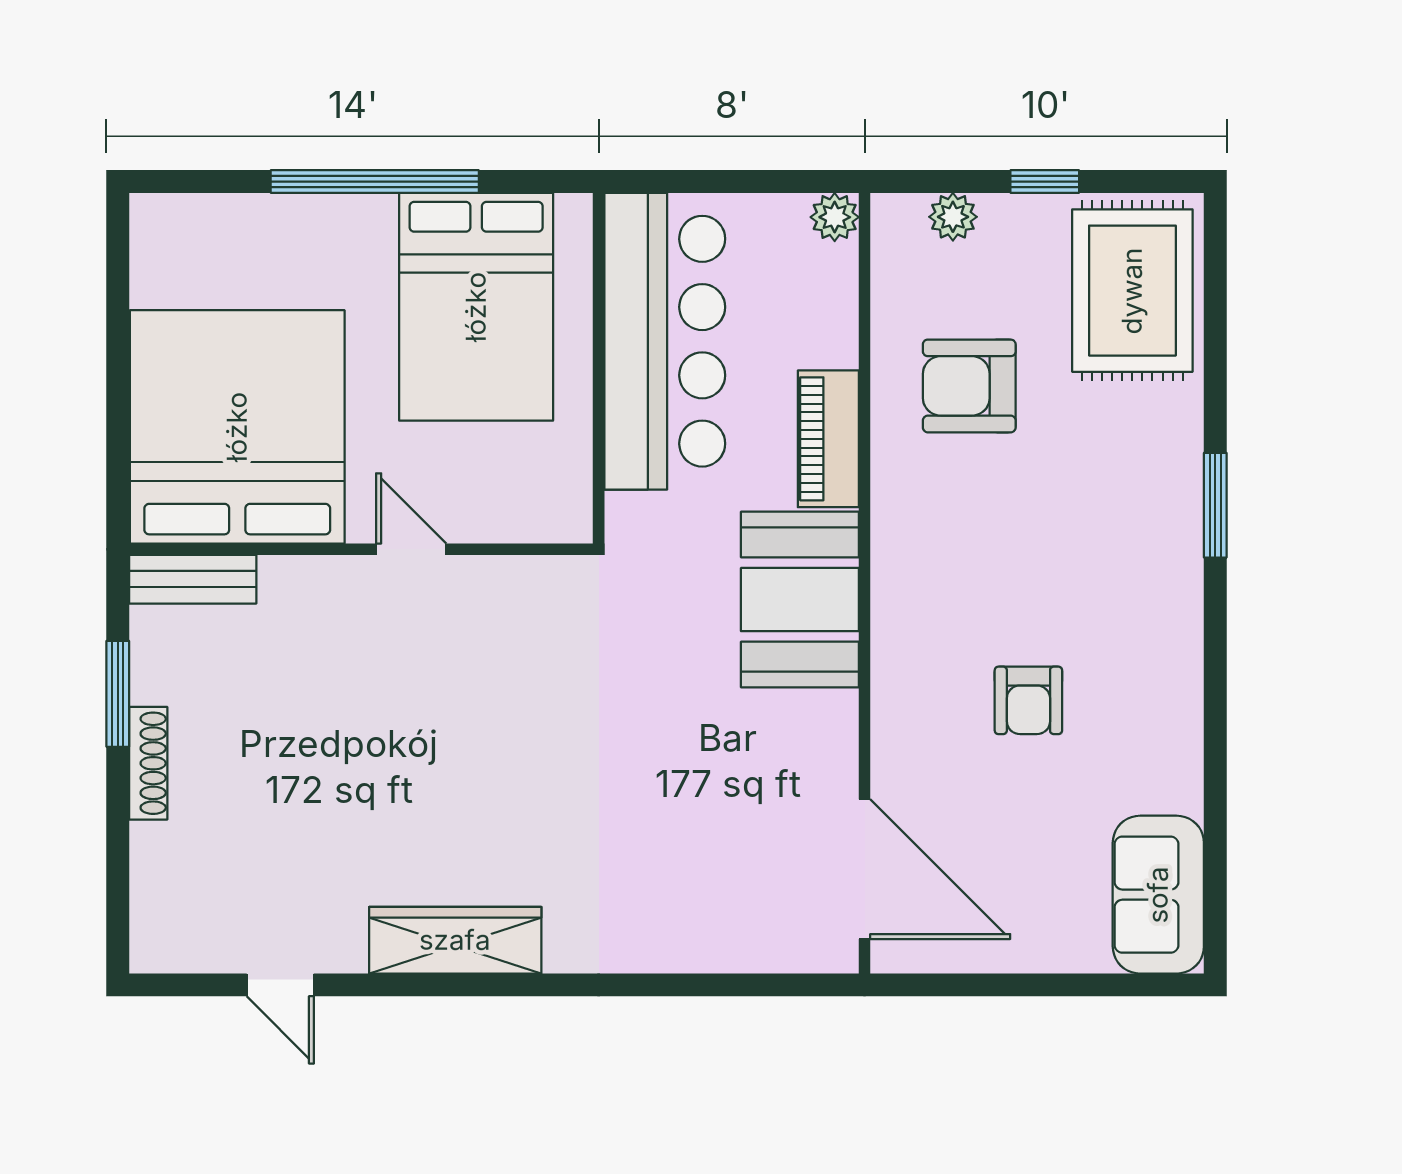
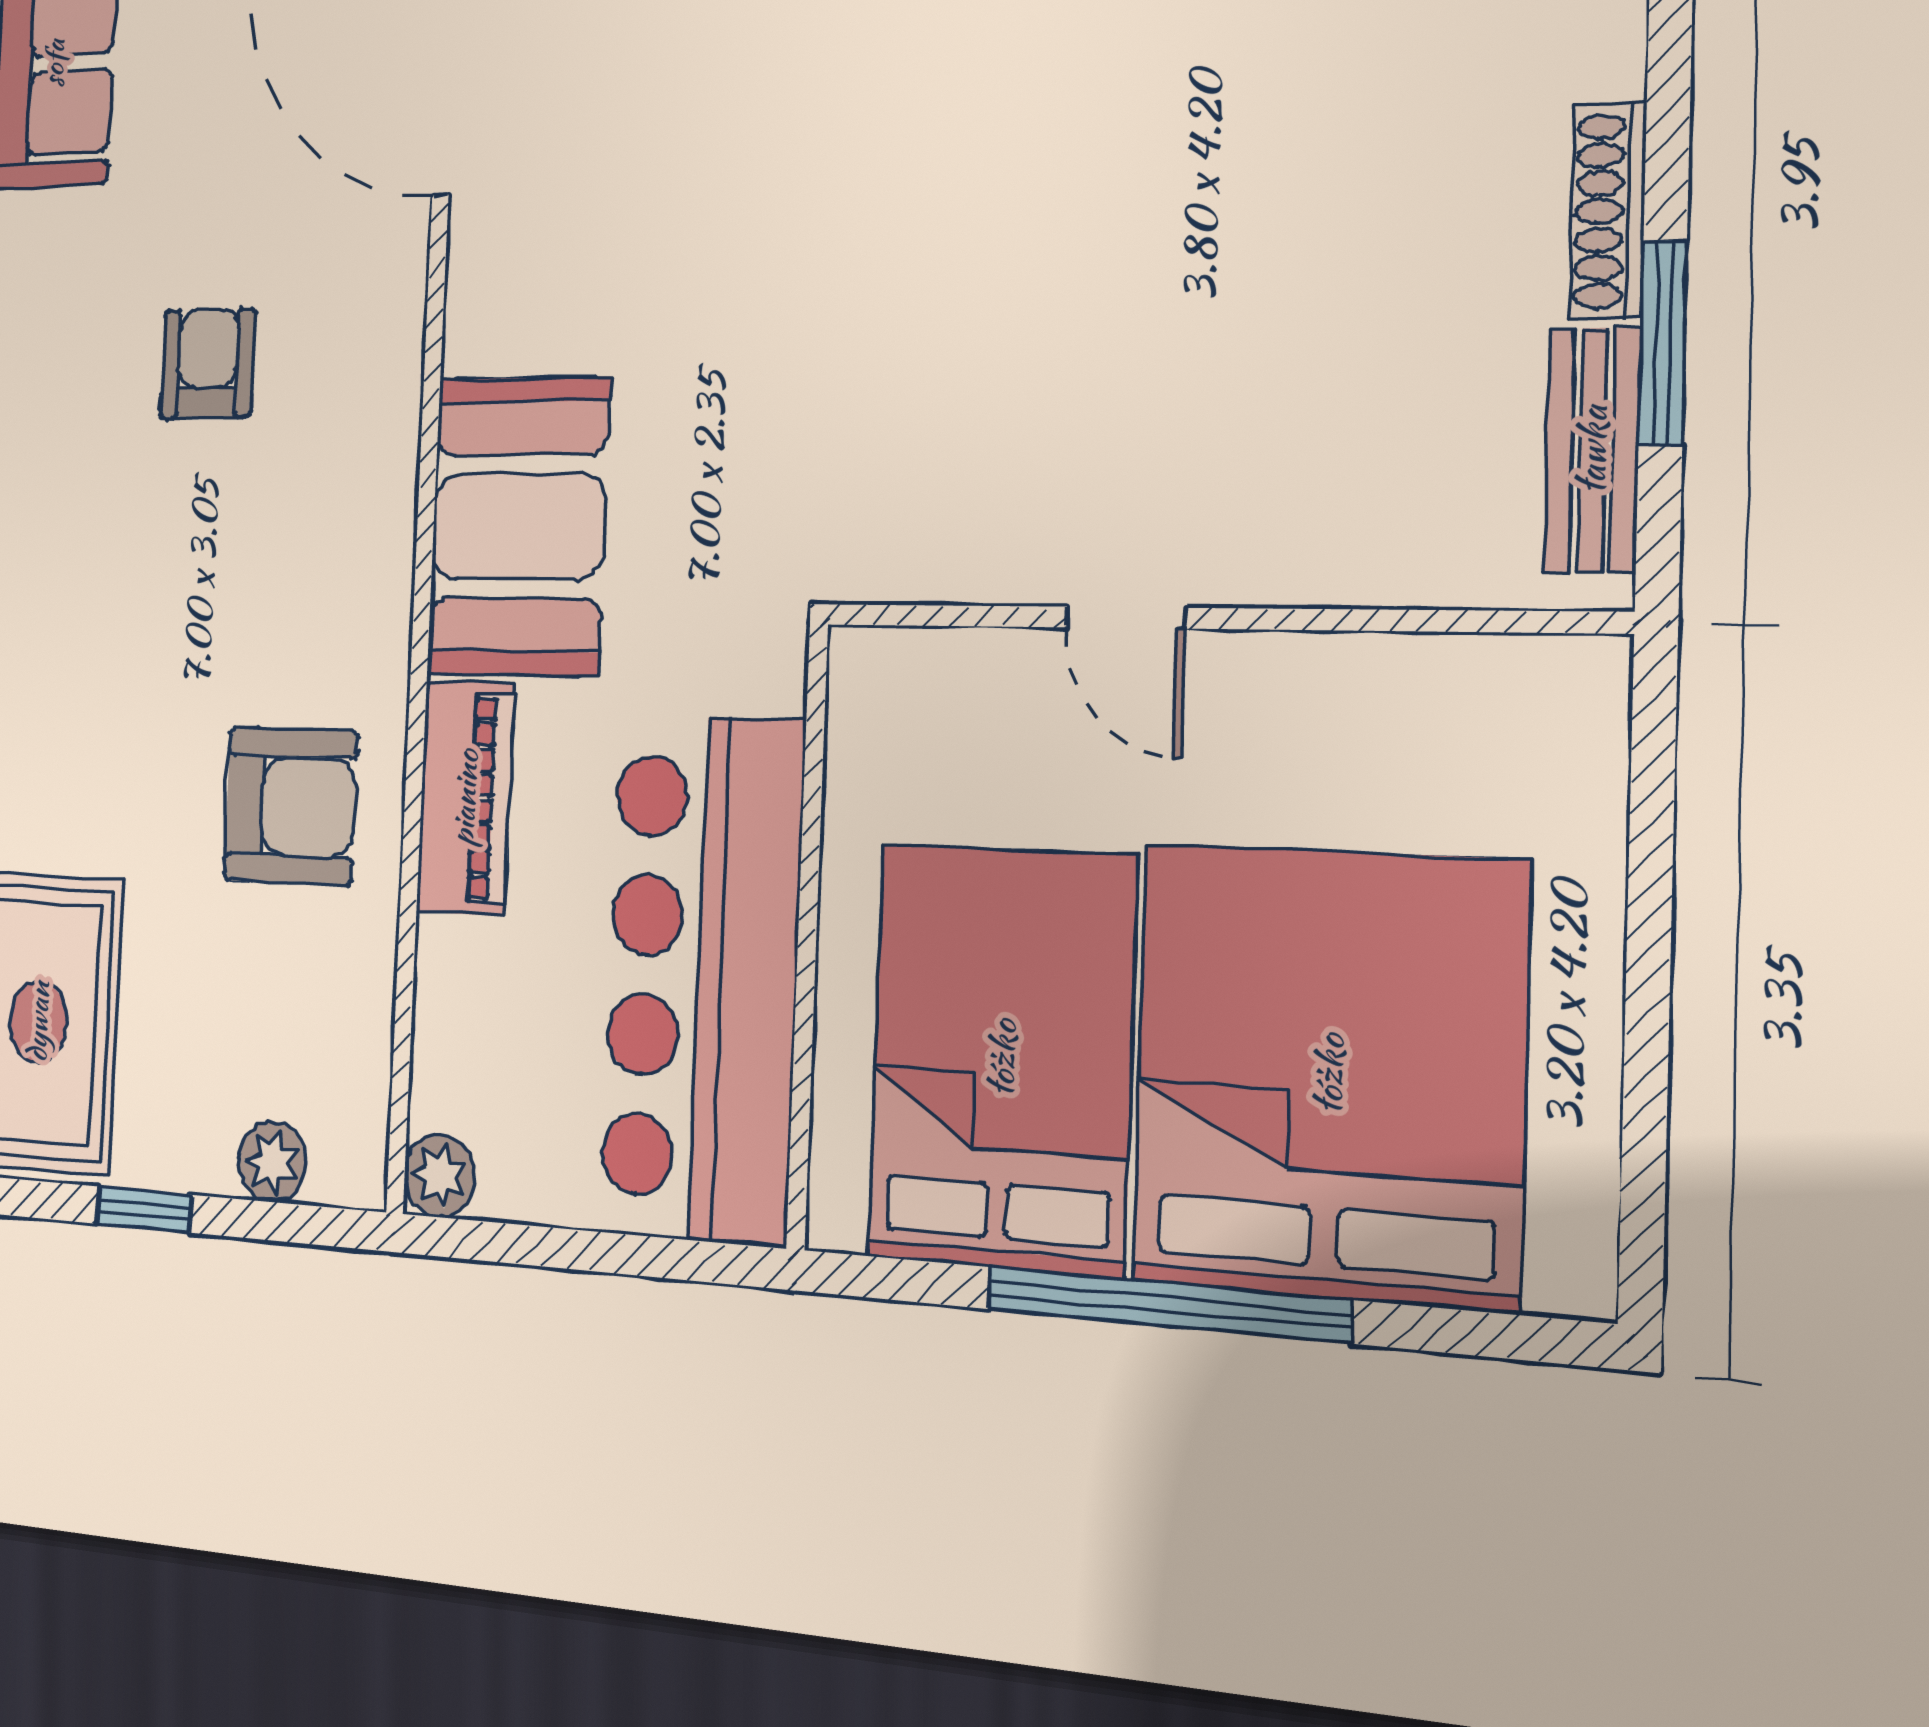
armchair: (969, 386) -> (290, 806), moved
bed: (237, 427) -> (1329, 1074), moved, turned 180
bench: (193, 579) -> (1592, 450), moved, turned 90

